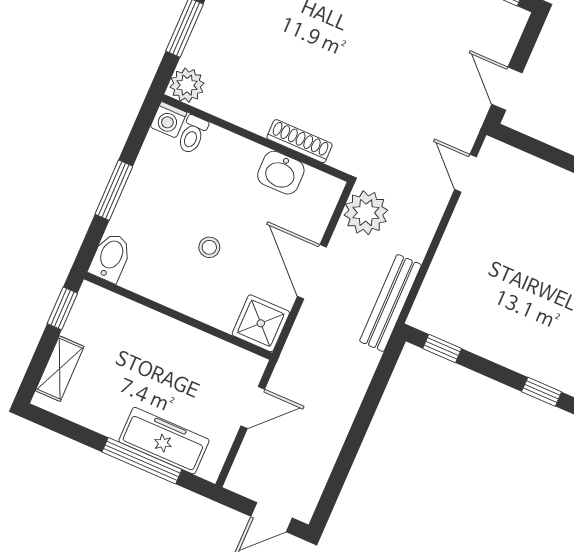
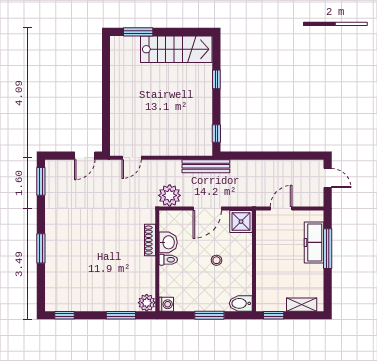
toilet: (192, 135) -> (168, 260), moved
door: (253, 407) -> (281, 208), hinge flipped

